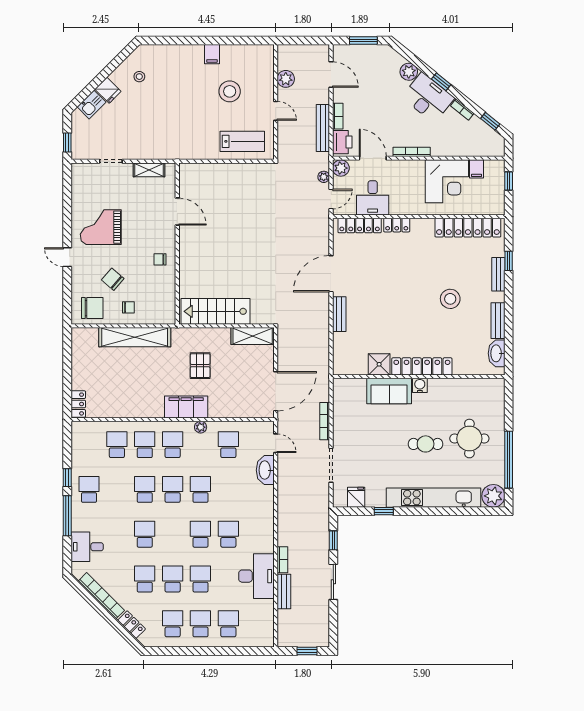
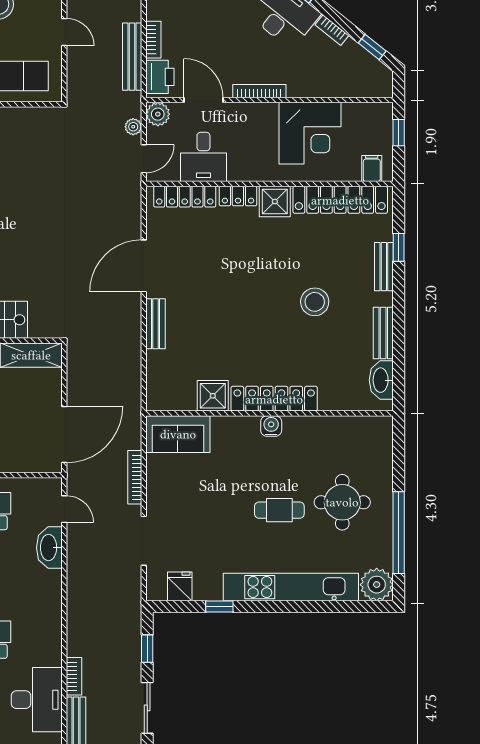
filing cabinet: (477, 169) -> (372, 168), moved, turned 180
shower: (422, 229) -> (275, 202), added
sofa: (389, 391) -> (178, 434), moved

